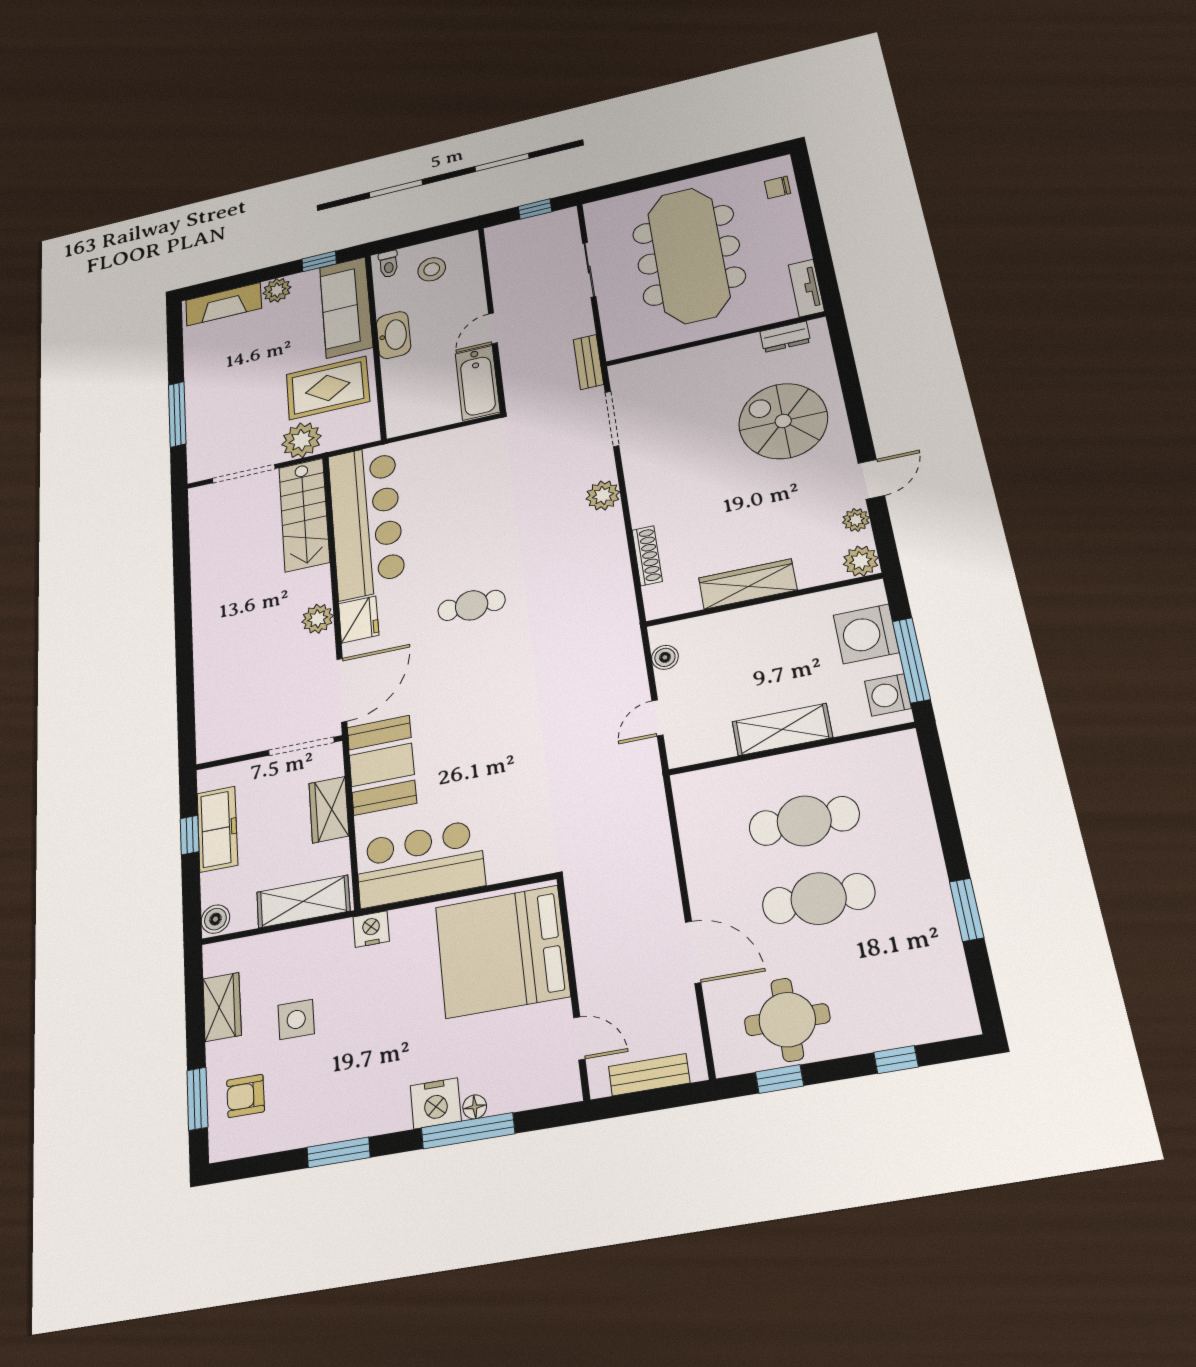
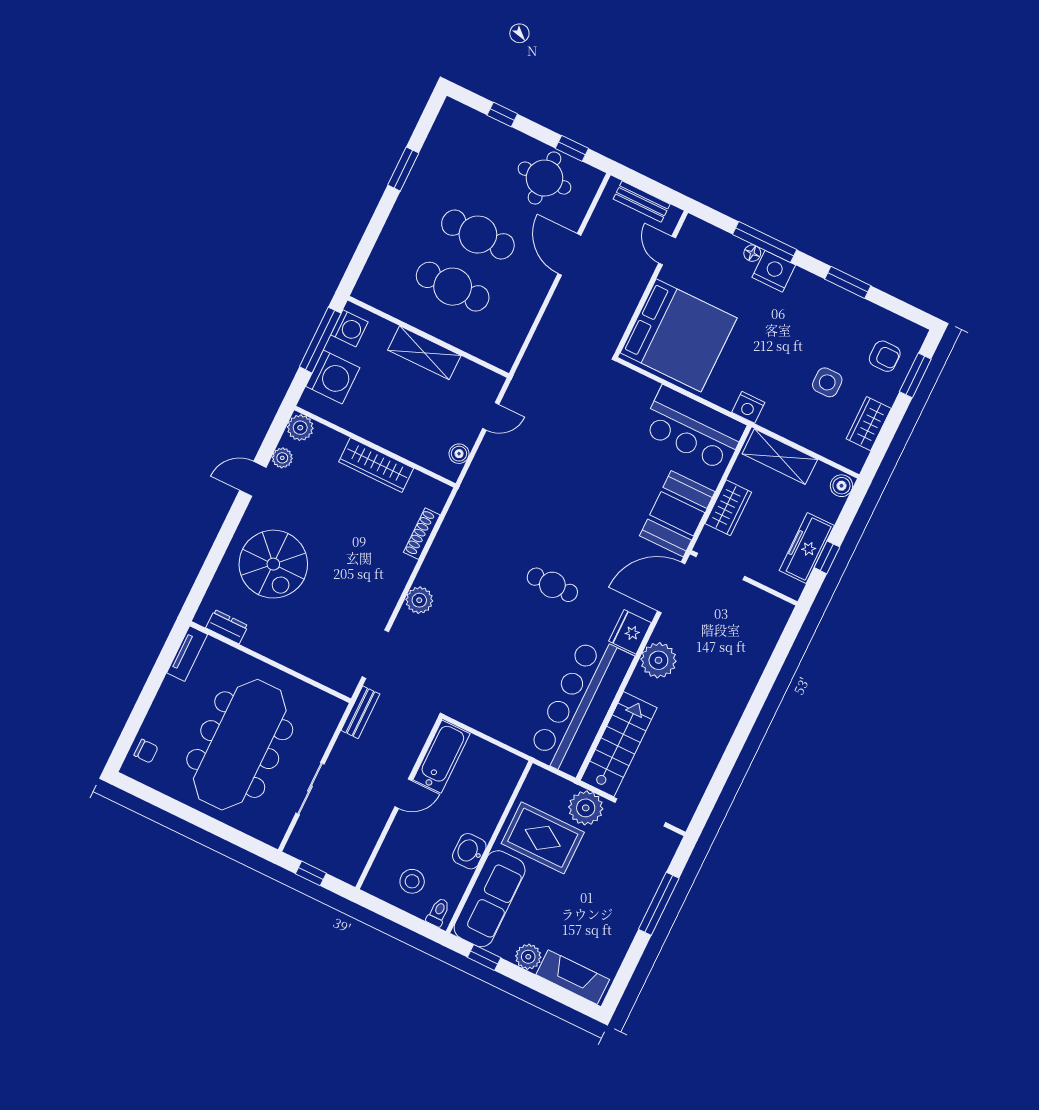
washbasin: (394, 335) -> (469, 851), width x0.72
plant: (318, 619) -> (658, 660), width x1.36, depth x1.36

